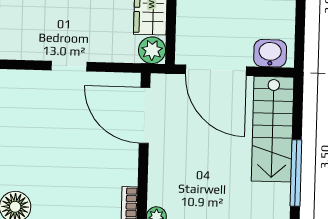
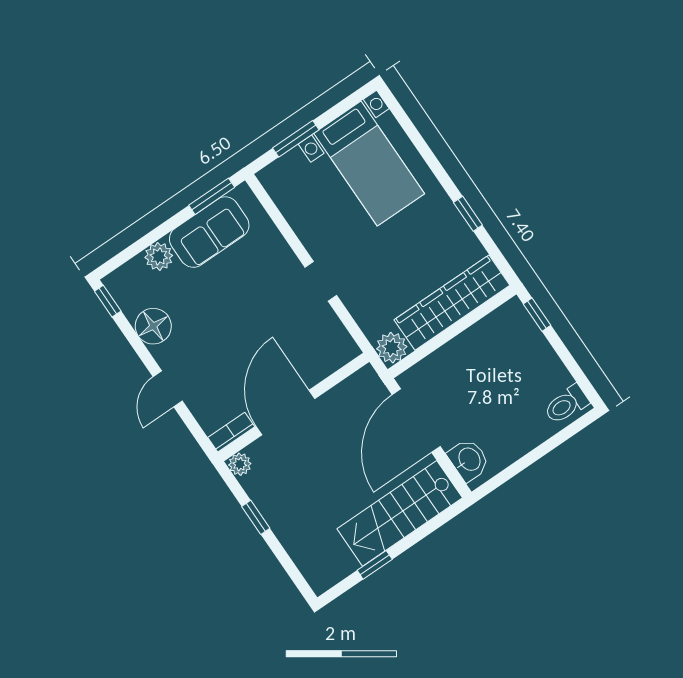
door: (145, 115) -> (285, 413), moved
window: (296, 173) -> (375, 565), width x0.46

